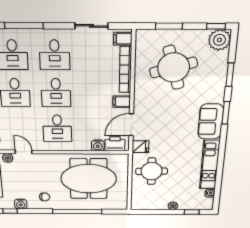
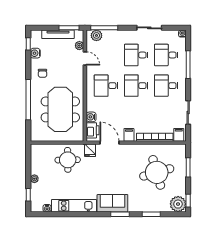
door: (24, 152) -> (85, 58), hinge flipped

